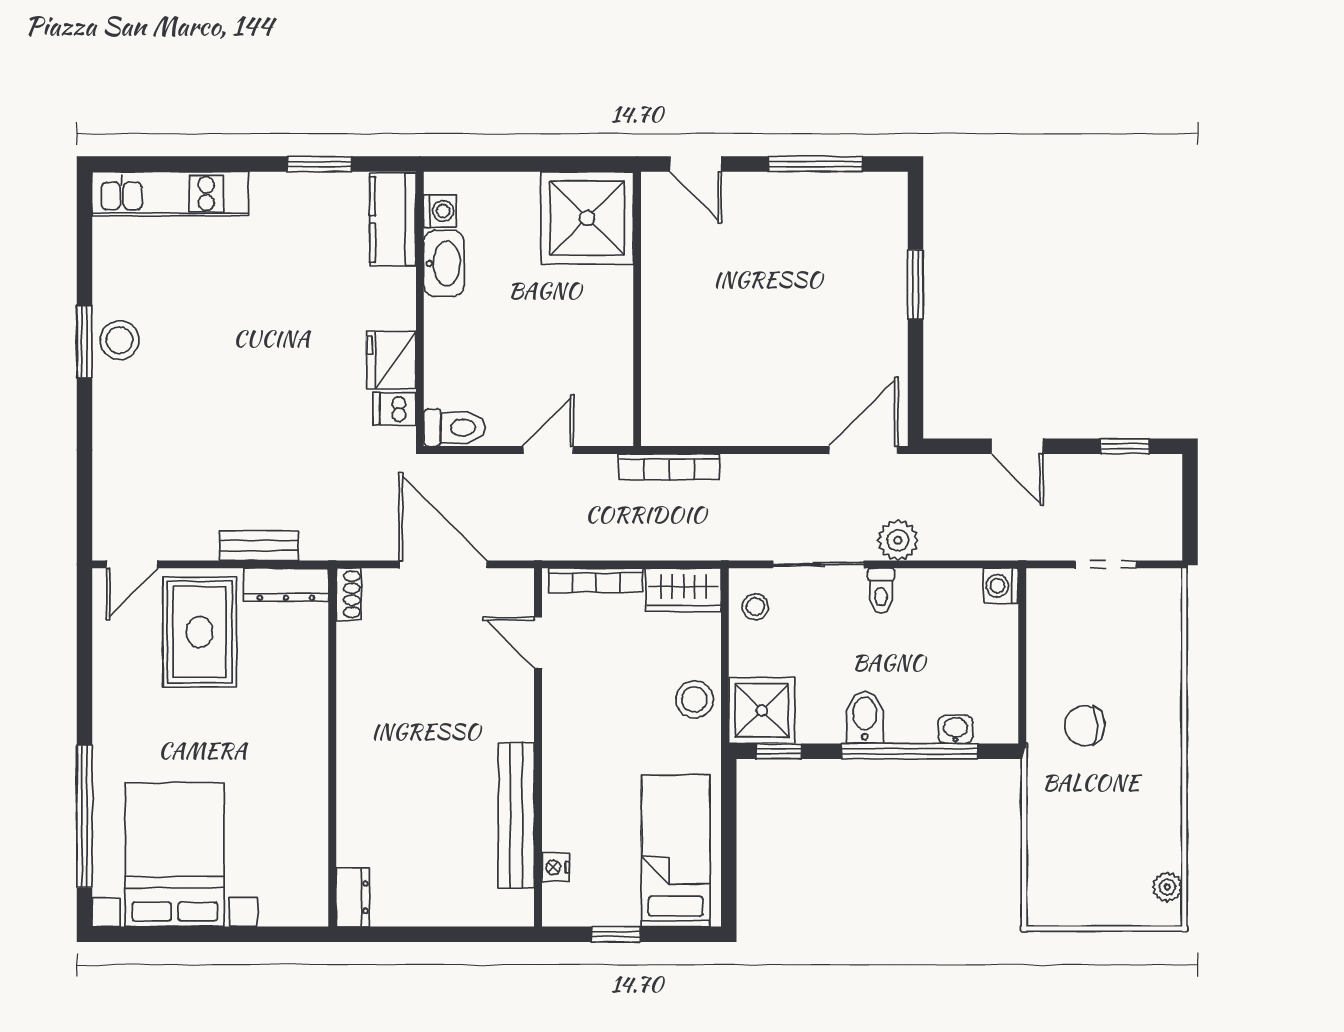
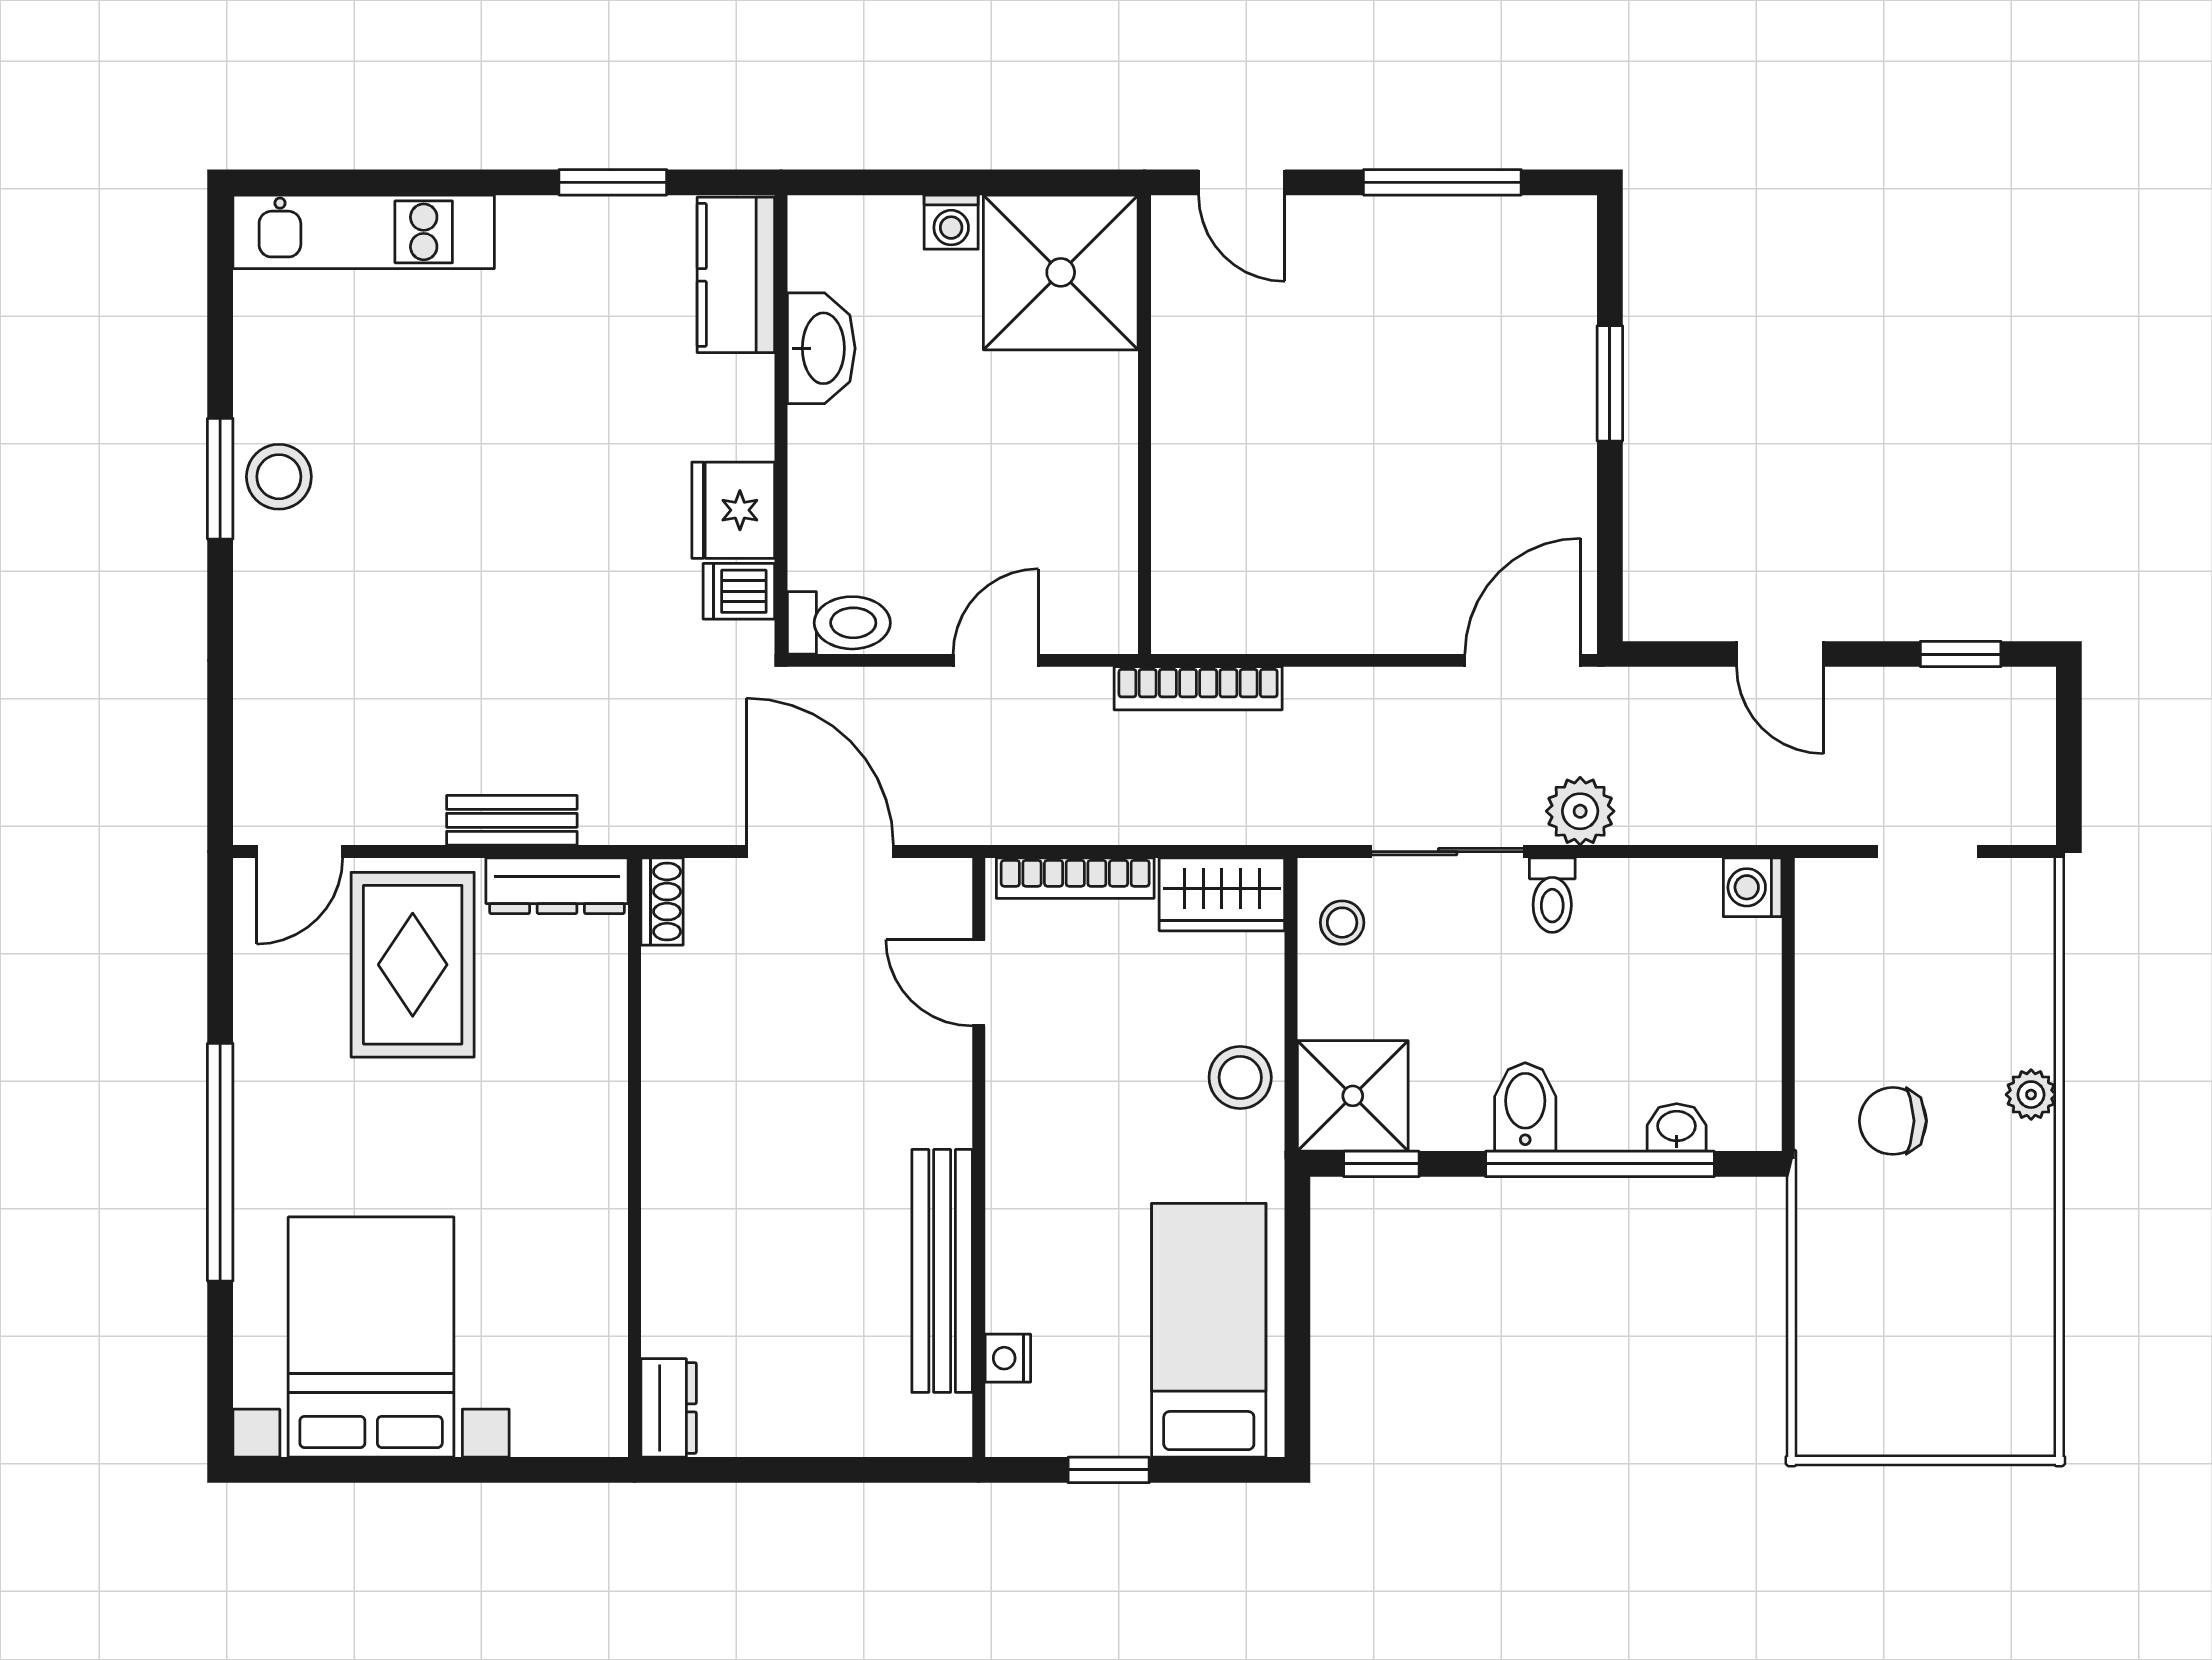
washing machine: (440, 211) -> (951, 222), moved, turned 90
window: (84, 816) -> (220, 1162), moved
plant: (1167, 887) -> (2031, 1095), moved

